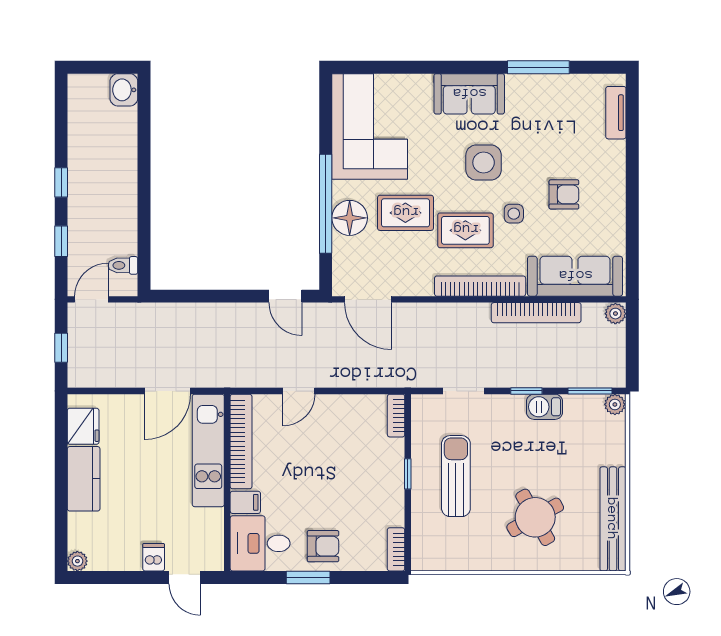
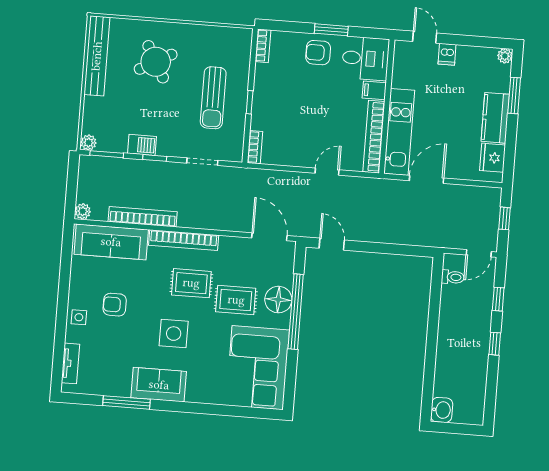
sofa: (469, 94) -> (159, 385), moved
side table: (514, 214) -> (79, 317), moved
window: (61, 510) -> (514, 96), added

